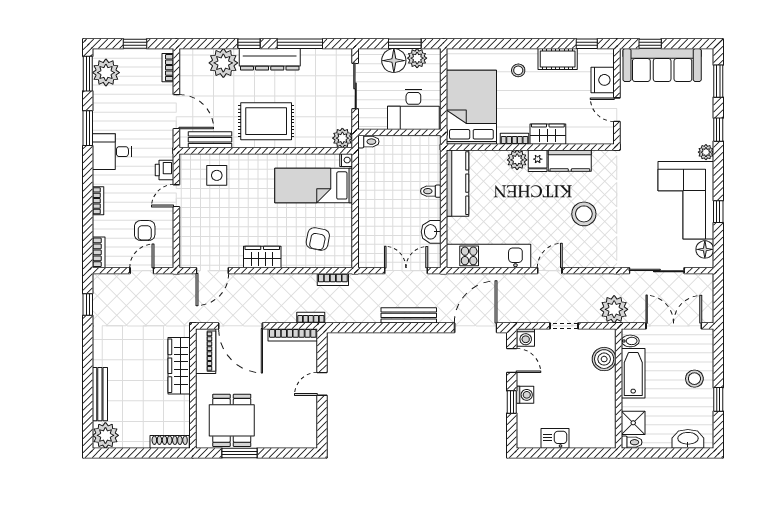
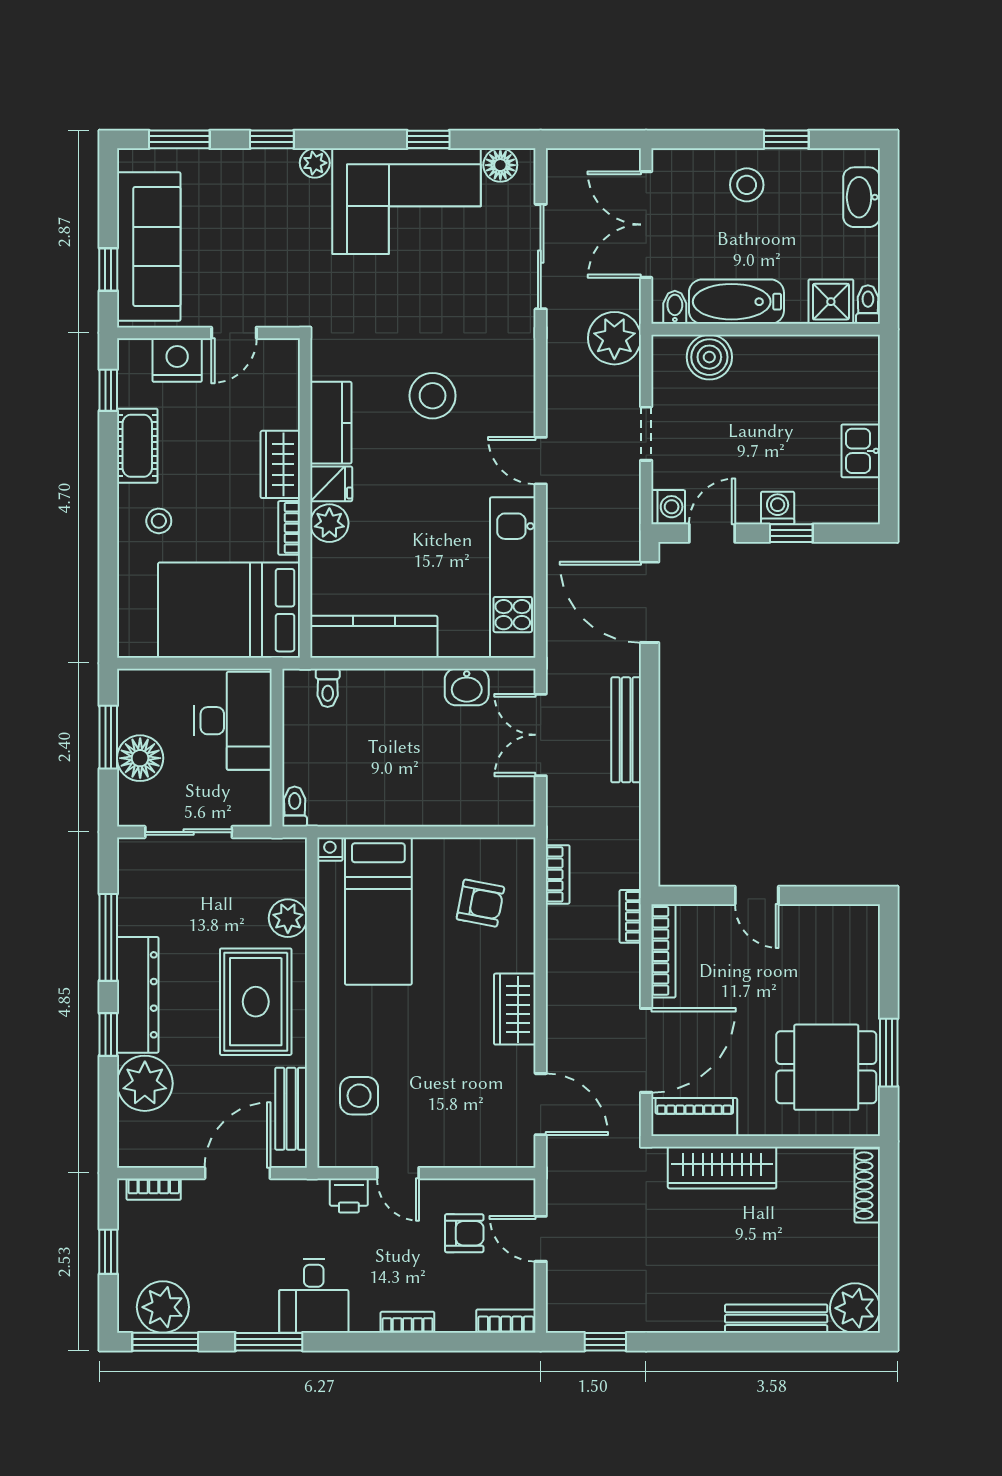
plant: (417, 58) -> (136, 714), removed
plant: (342, 138) -> (288, 918), moved
toilet: (431, 191) -> (328, 688), moved

